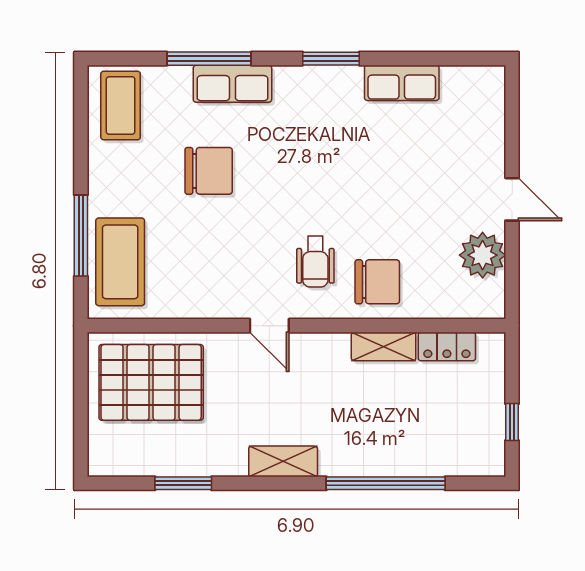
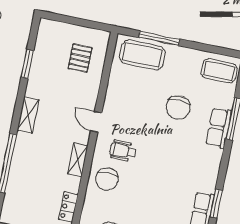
window: (331, 59) -> (216, 204), moved
door: (269, 326) -> (96, 122), hinge flipped
shelving: (384, 347) -> (78, 160), moved
pallet: (151, 382) -> (80, 58), width x0.49, depth x0.50

